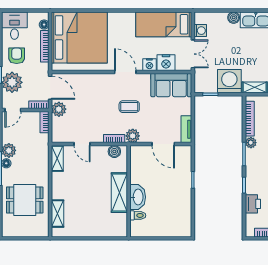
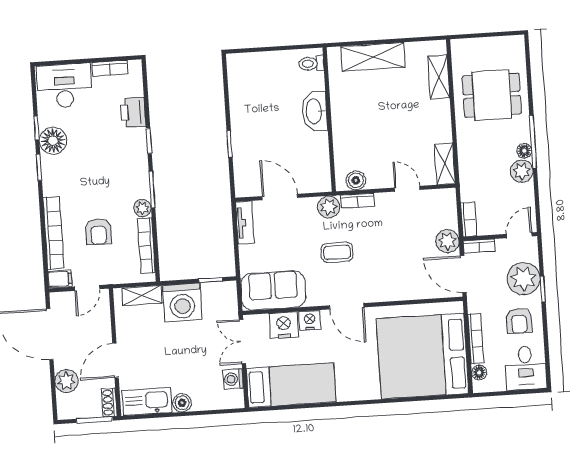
shelving: (119, 193) -> (373, 57), moved, turned 90
toilet: (138, 215) -> (311, 64), moved

